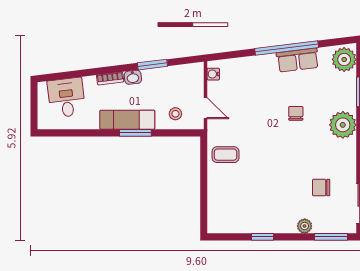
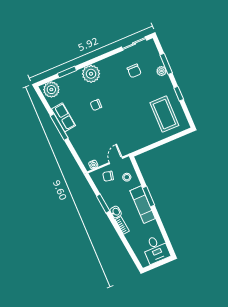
window: (287, 48) -> (59, 127), width x0.68
chair: (188, 88) -> (108, 176), added
desk: (66, 98) -> (156, 249), moved, turned -83
coffee table: (226, 155) -> (164, 114), moved, width x1.86, depth x1.72
window: (331, 237) -> (166, 64), moved

